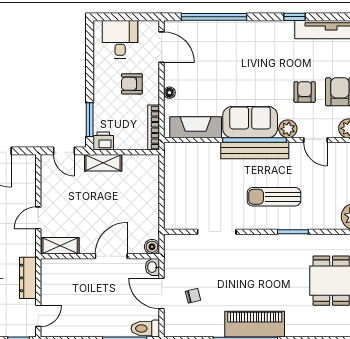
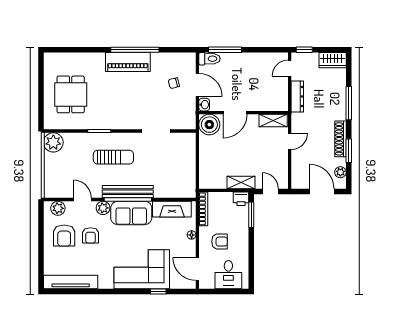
window: (214, 17) -> (158, 292), width x0.32
window: (295, 17) -> (98, 292), removed
corner sofa: (236, 47) -> (142, 269), added
boiler: (152, 247) -> (209, 125), width x1.86, depth x1.86

